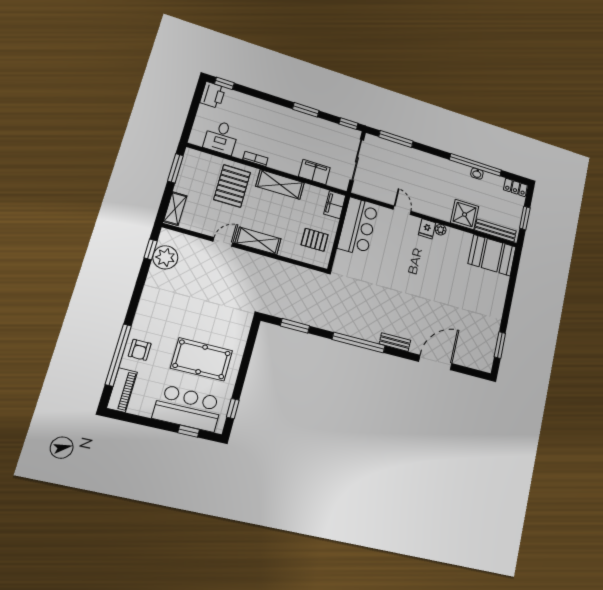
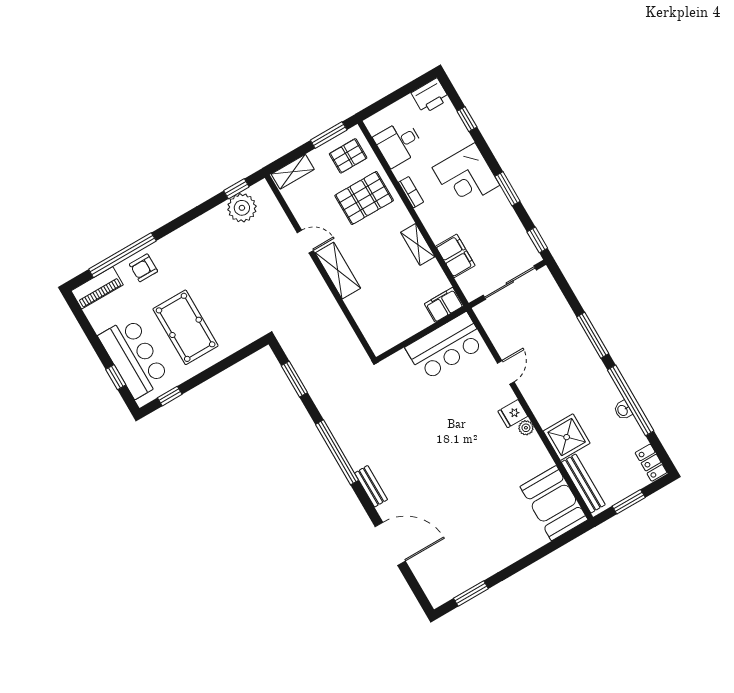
window: (224, 83) -> (467, 119), moved
corner desk: (277, 123) -> (466, 176), added
window: (396, 139) -> (593, 335), moved
shelving: (280, 185) -> (418, 244), width x0.67, depth x0.75
pallet: (315, 240) -> (348, 156), moved, turned 90

